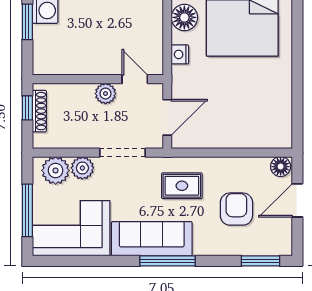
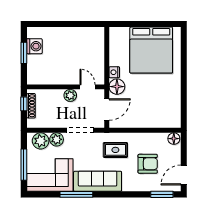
floor lamp: (184, 17) -> (117, 87), moved
door: (297, 200) -> (184, 175), moved
armchair: (236, 209) -> (148, 164), turned 90
window: (167, 261) -> (76, 194), moved

